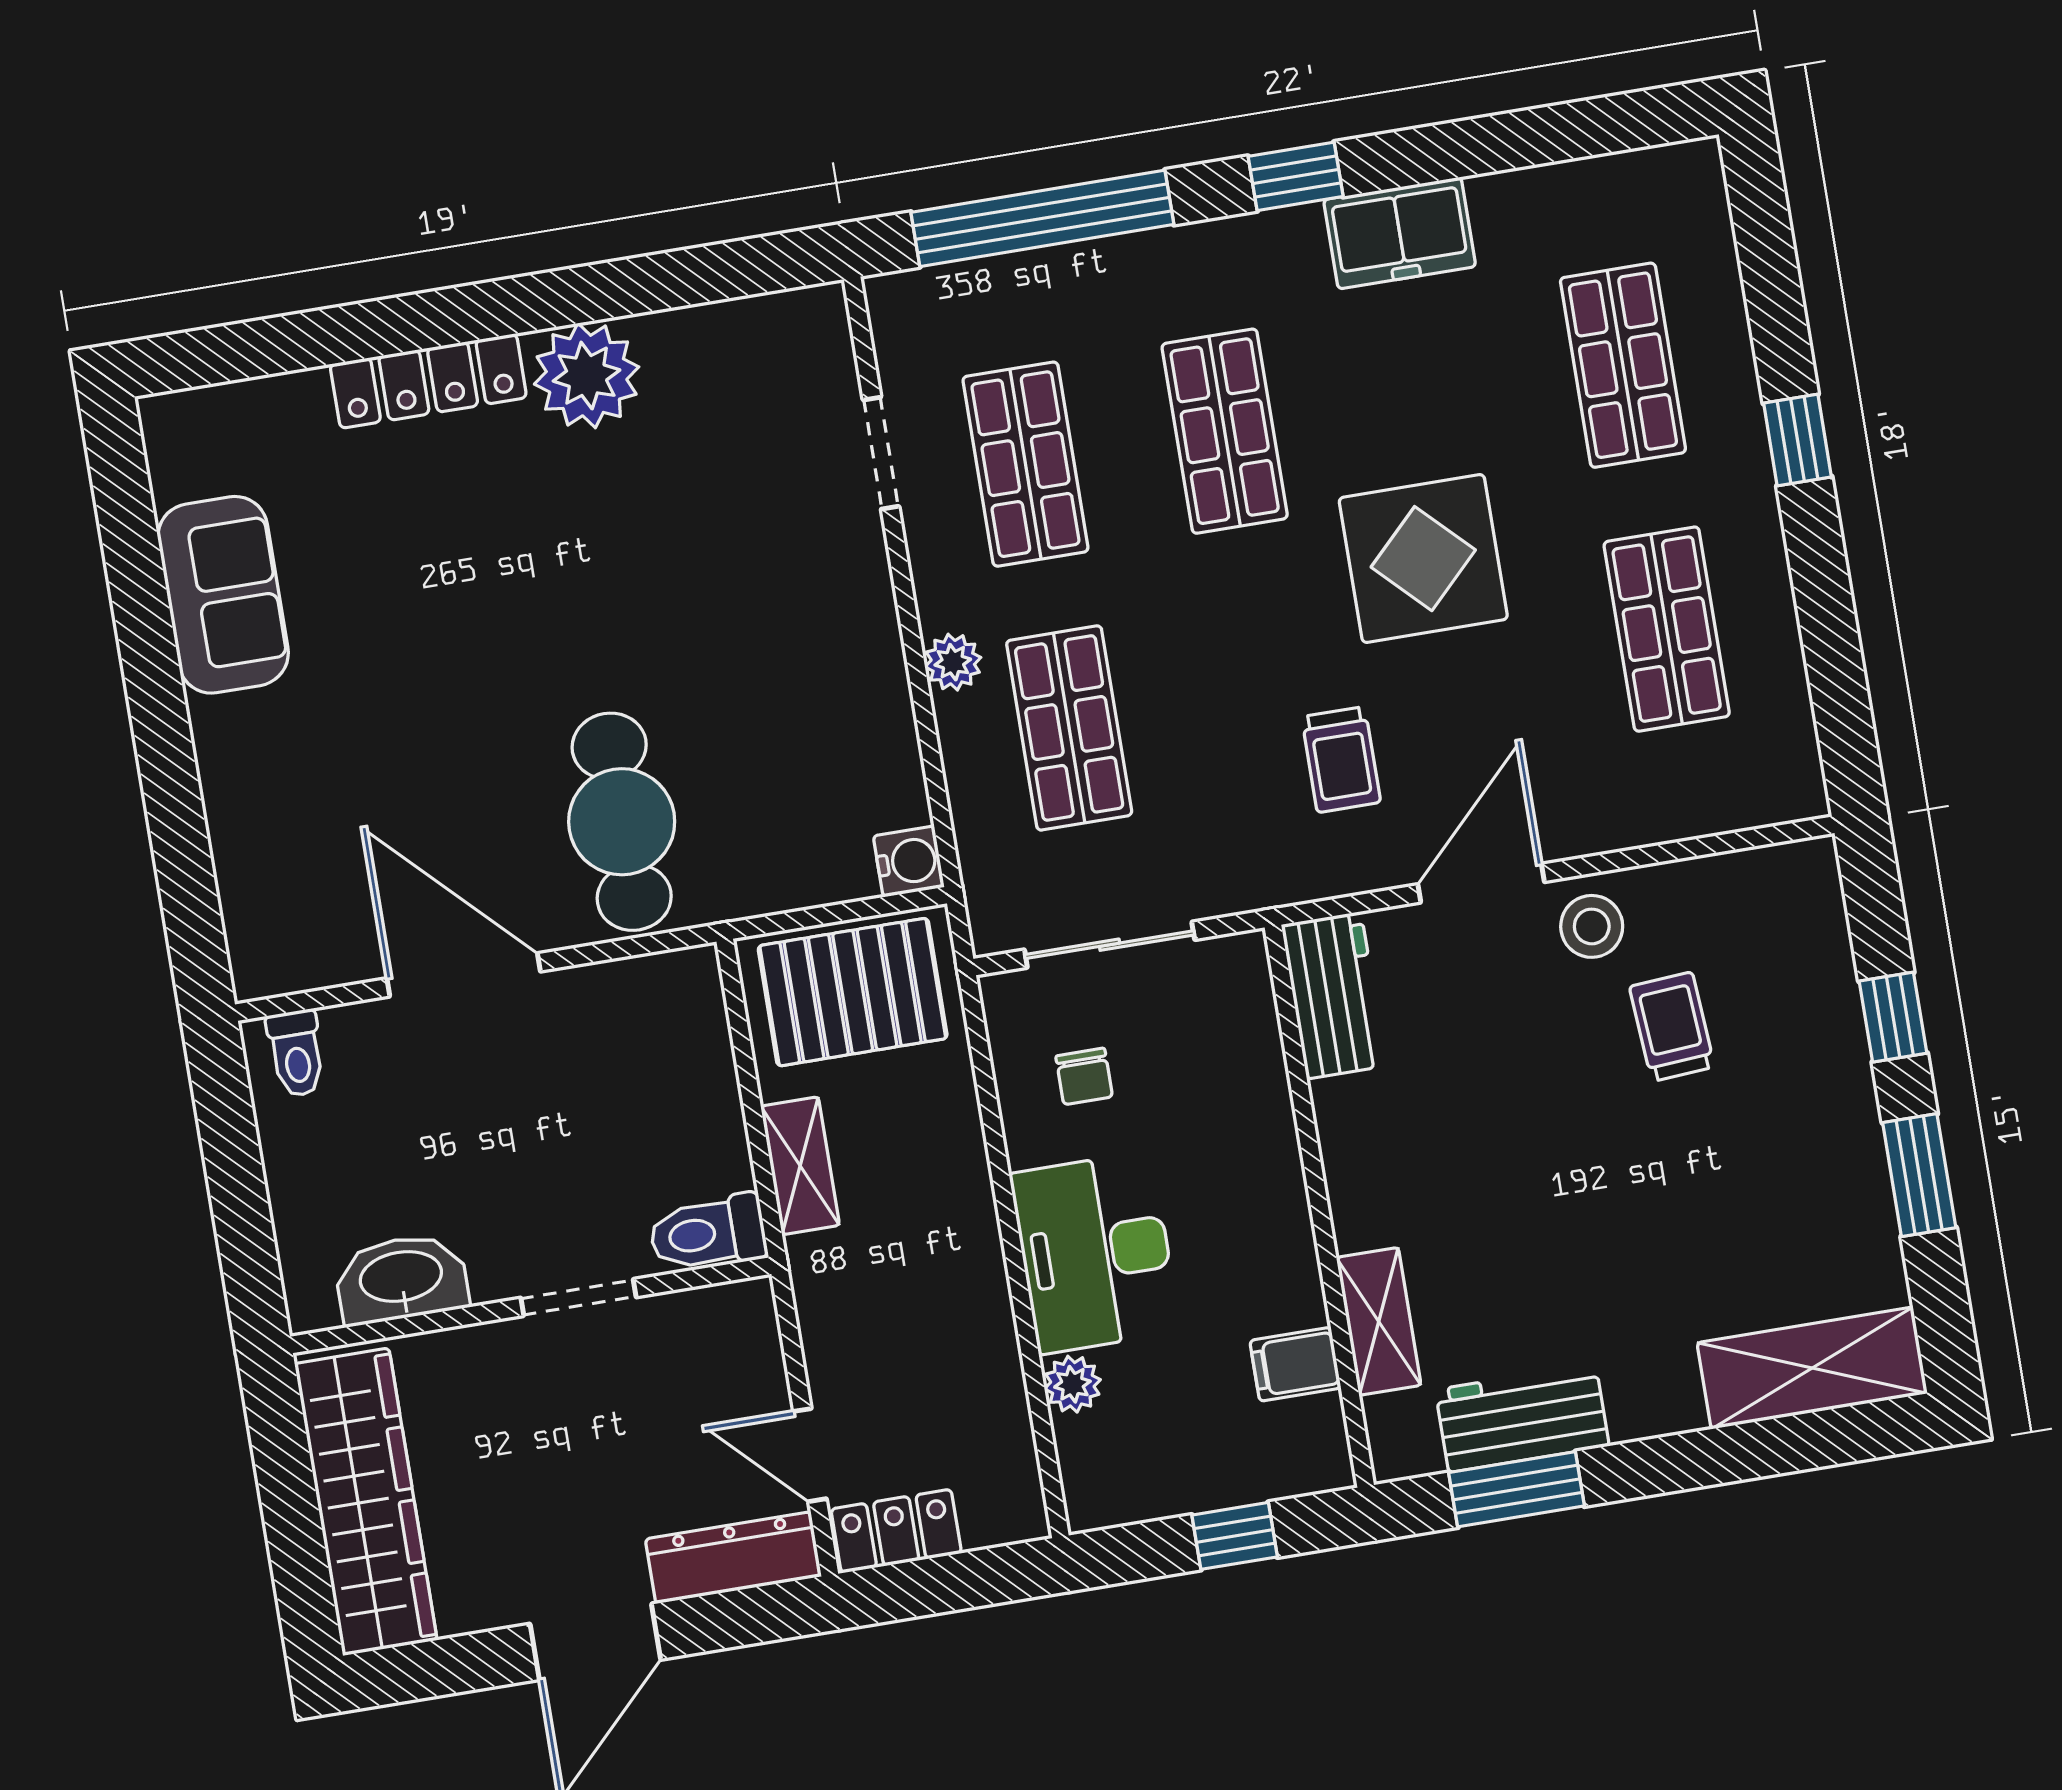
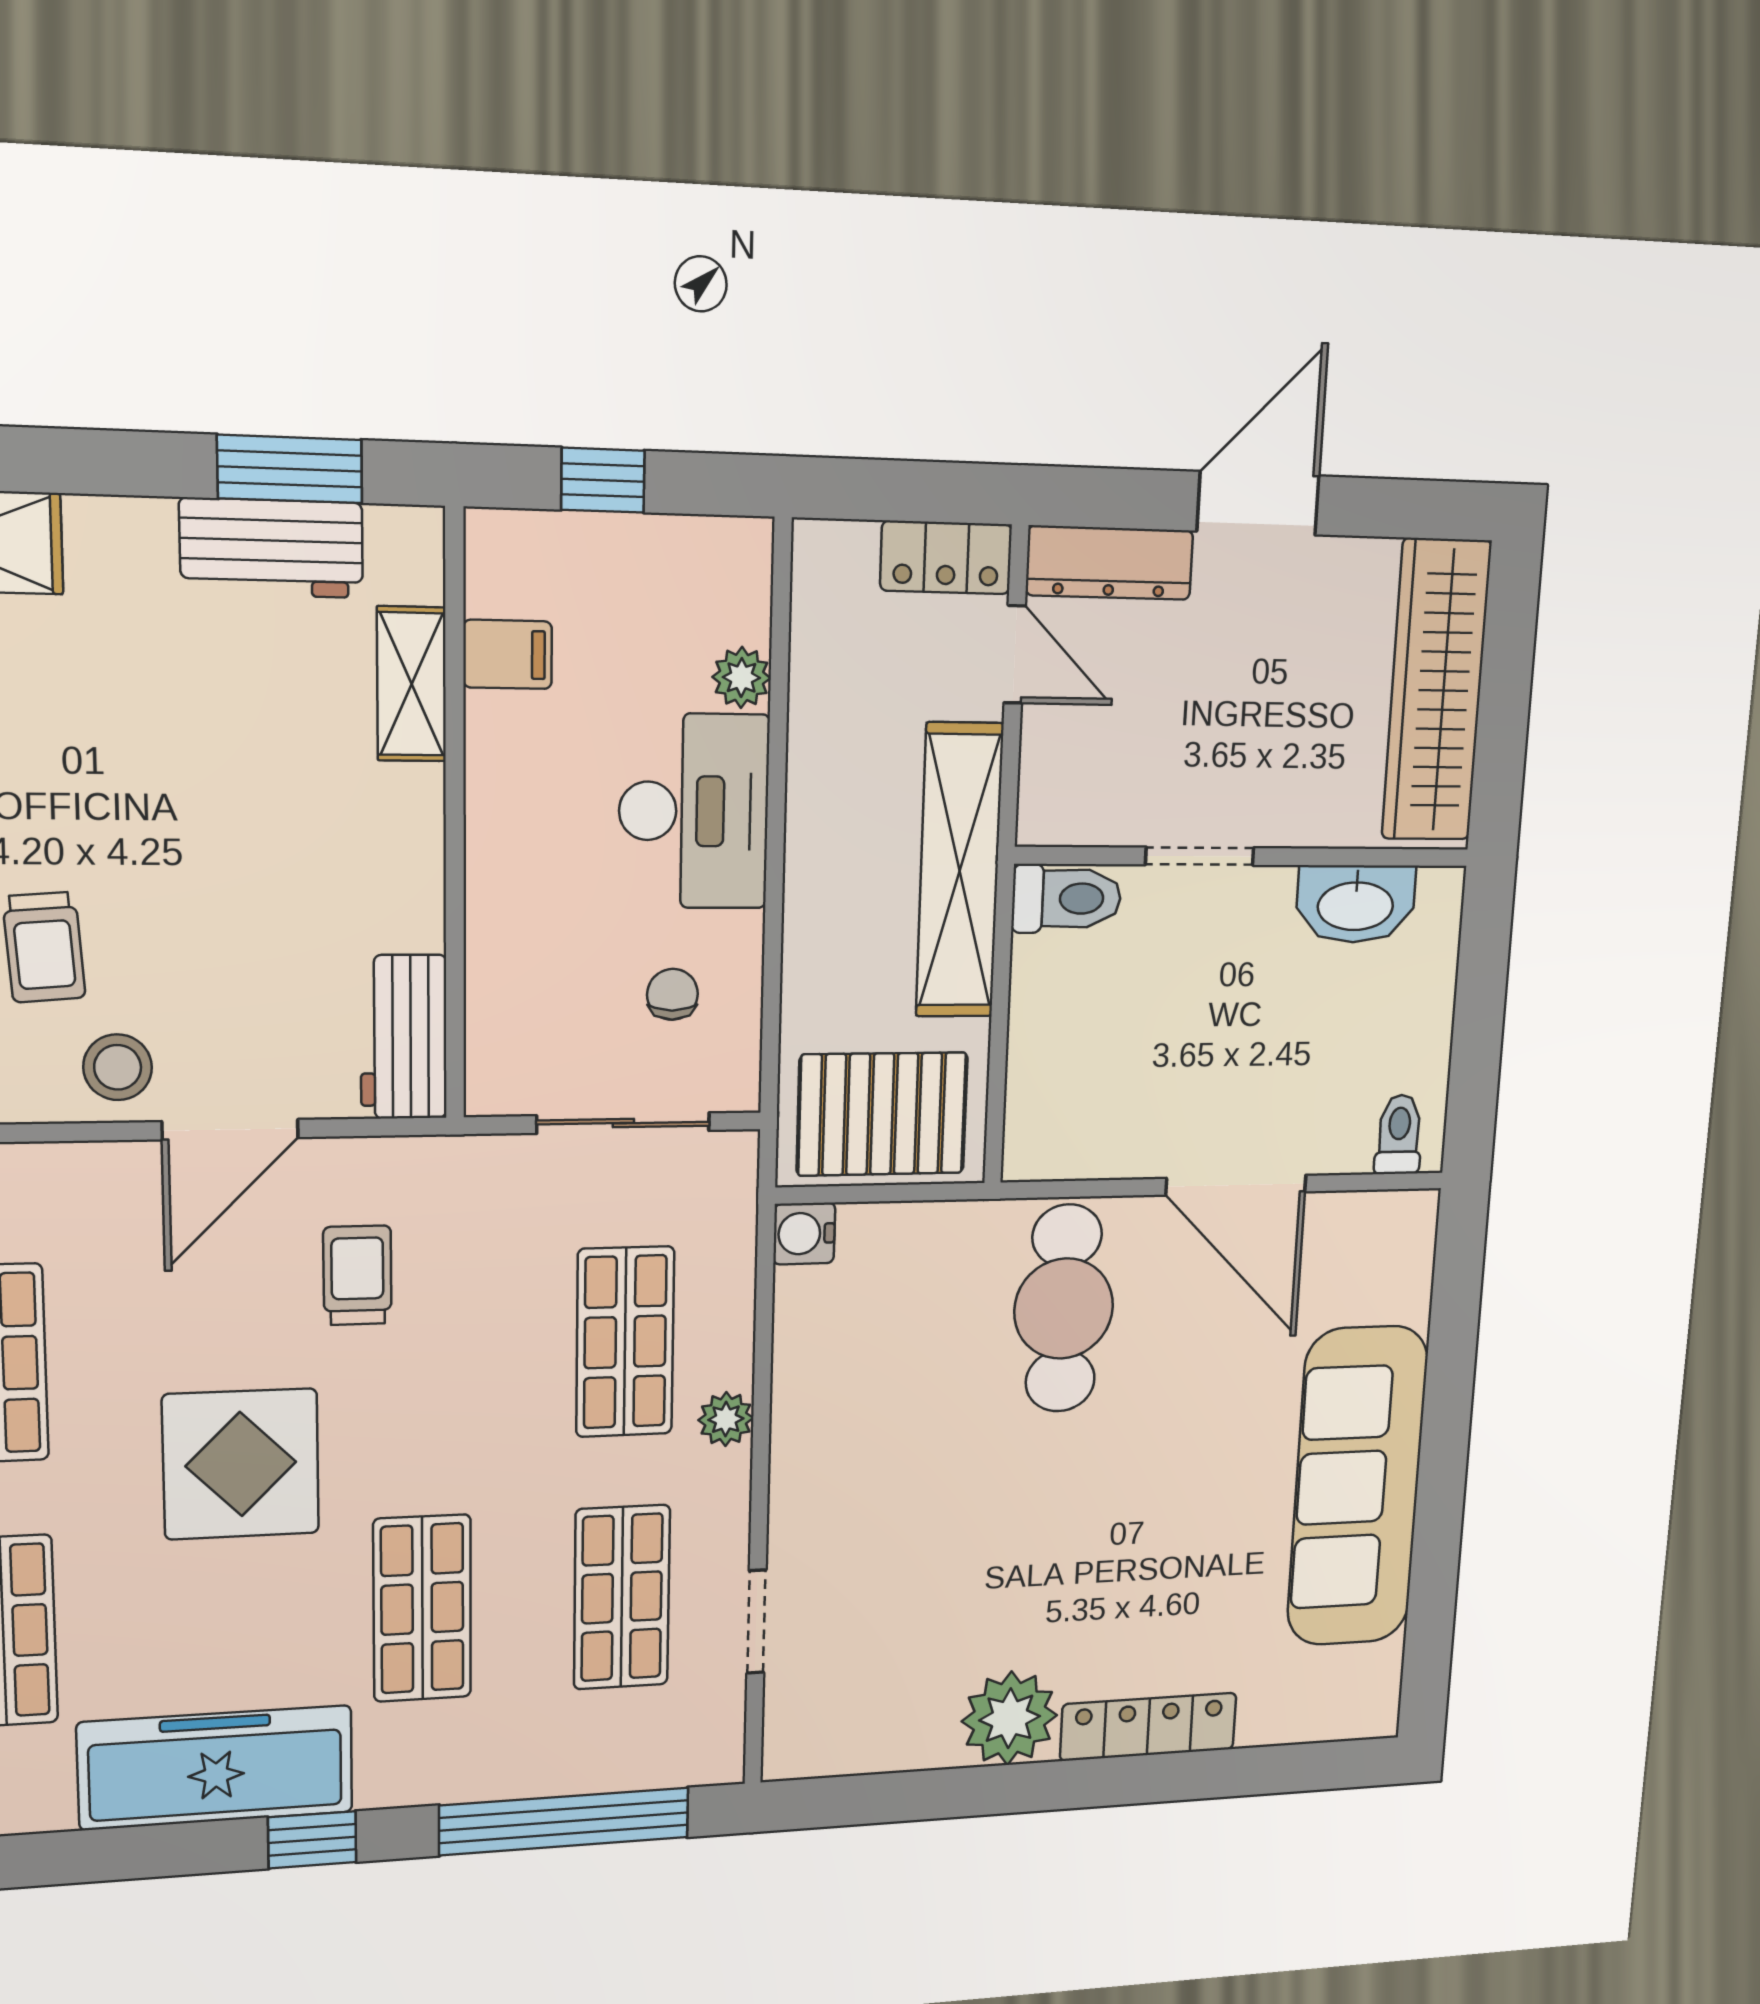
freezer: (1400, 233) -> (216, 1767), width x1.91, depth x1.26
sofa: (223, 595) -> (1357, 1487), width x1.85, depth x1.27
shelving: (800, 1166) -> (959, 871), width x2.20, depth x1.33

